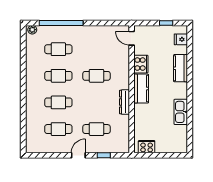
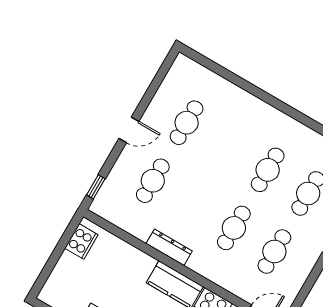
cafe table: (58, 102) -> (274, 251), moved
door: (78, 155) -> (129, 130), hinge flipped
window: (104, 155) -> (96, 187), moved

